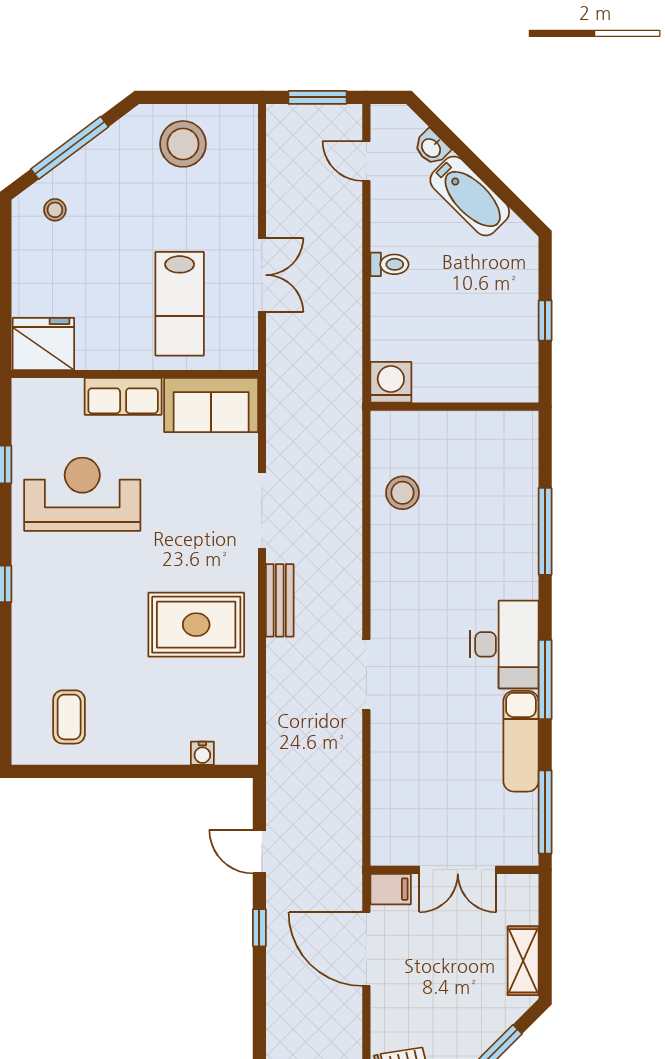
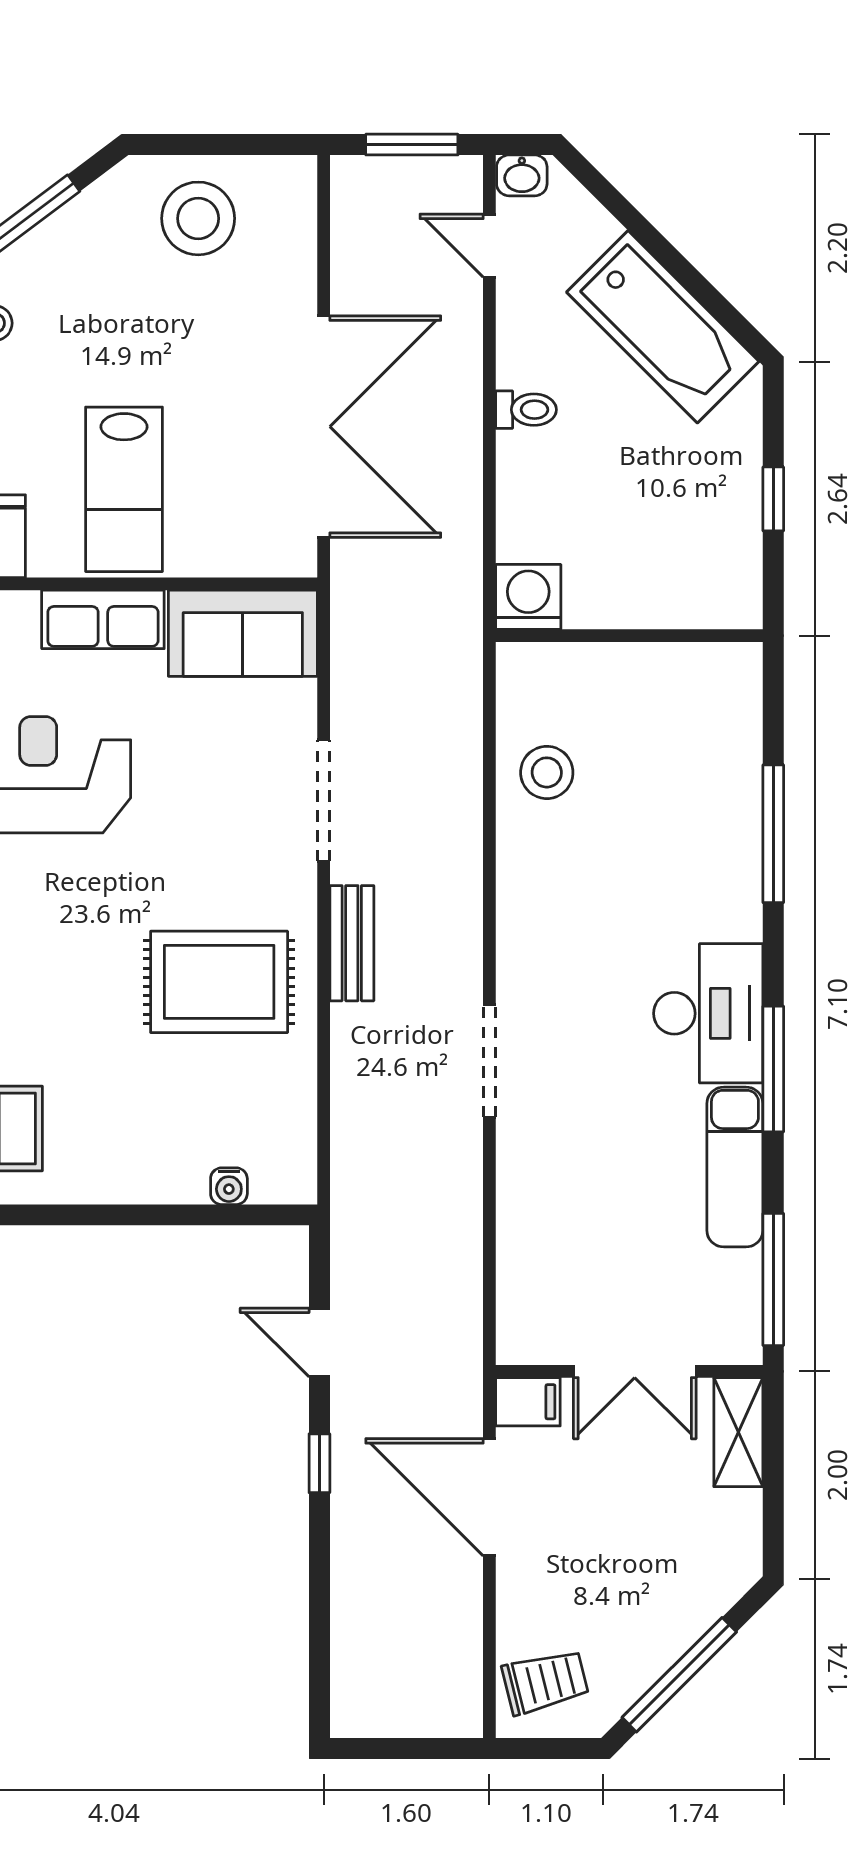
washbasin: (432, 148) -> (522, 175), moved, turned -45
bathtub: (470, 196) -> (663, 327), width x1.36, depth x1.36
double door: (262, 275) -> (324, 427), width x1.87
lab bench: (180, 304) -> (124, 489), moved
shelving: (523, 961) -> (738, 1432), moved

